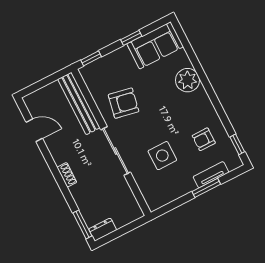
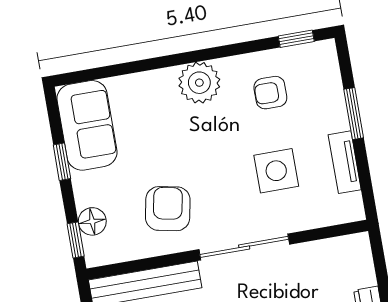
floor lamp: (104, 64) -> (92, 221), added
plant: (188, 80) -> (199, 83), moved
armchair: (204, 139) -> (270, 93), turned 90
tv unit: (211, 175) -> (345, 162), moved

